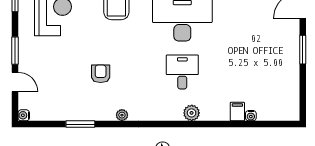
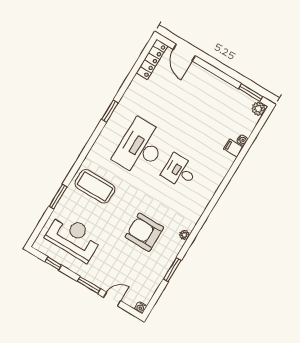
window: (303, 50) -> (251, 93), moved
armchair: (101, 74) -> (144, 232), width x1.88, depth x1.88
plant: (192, 113) -> (259, 109), moved

